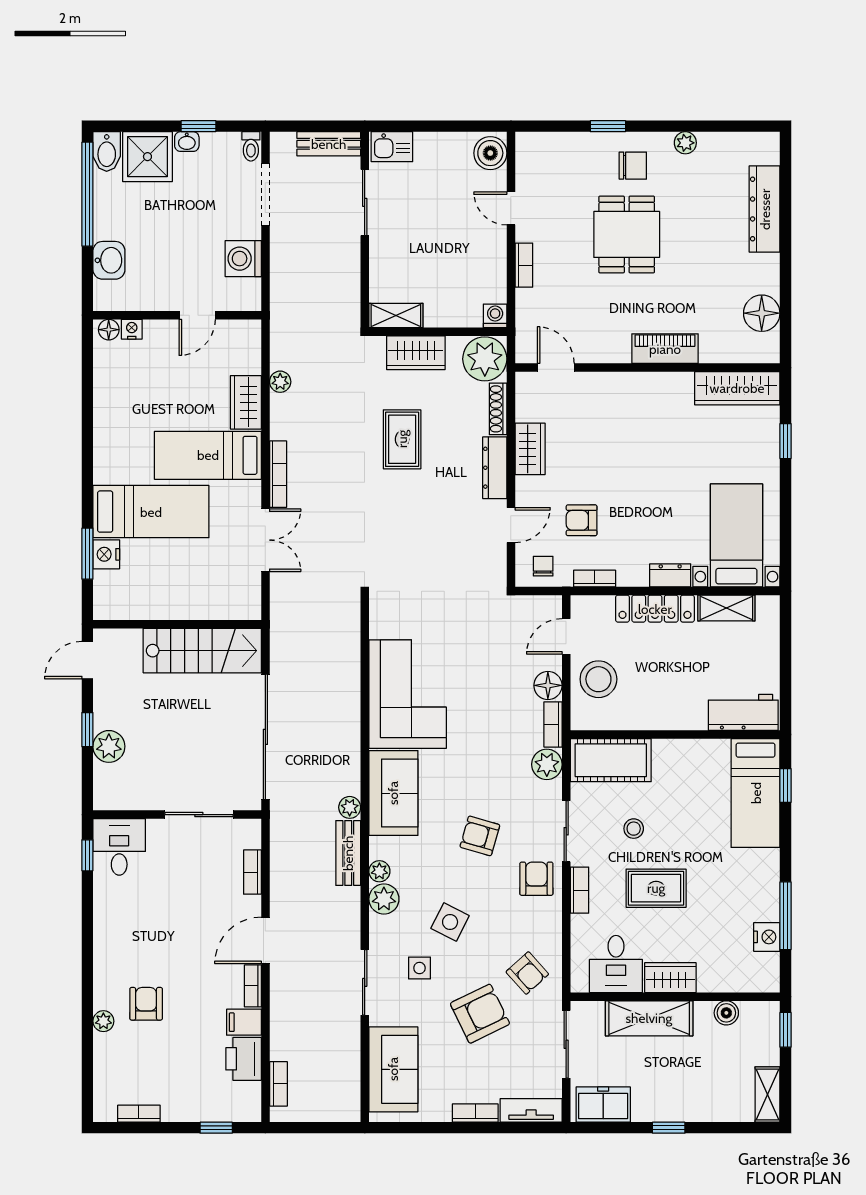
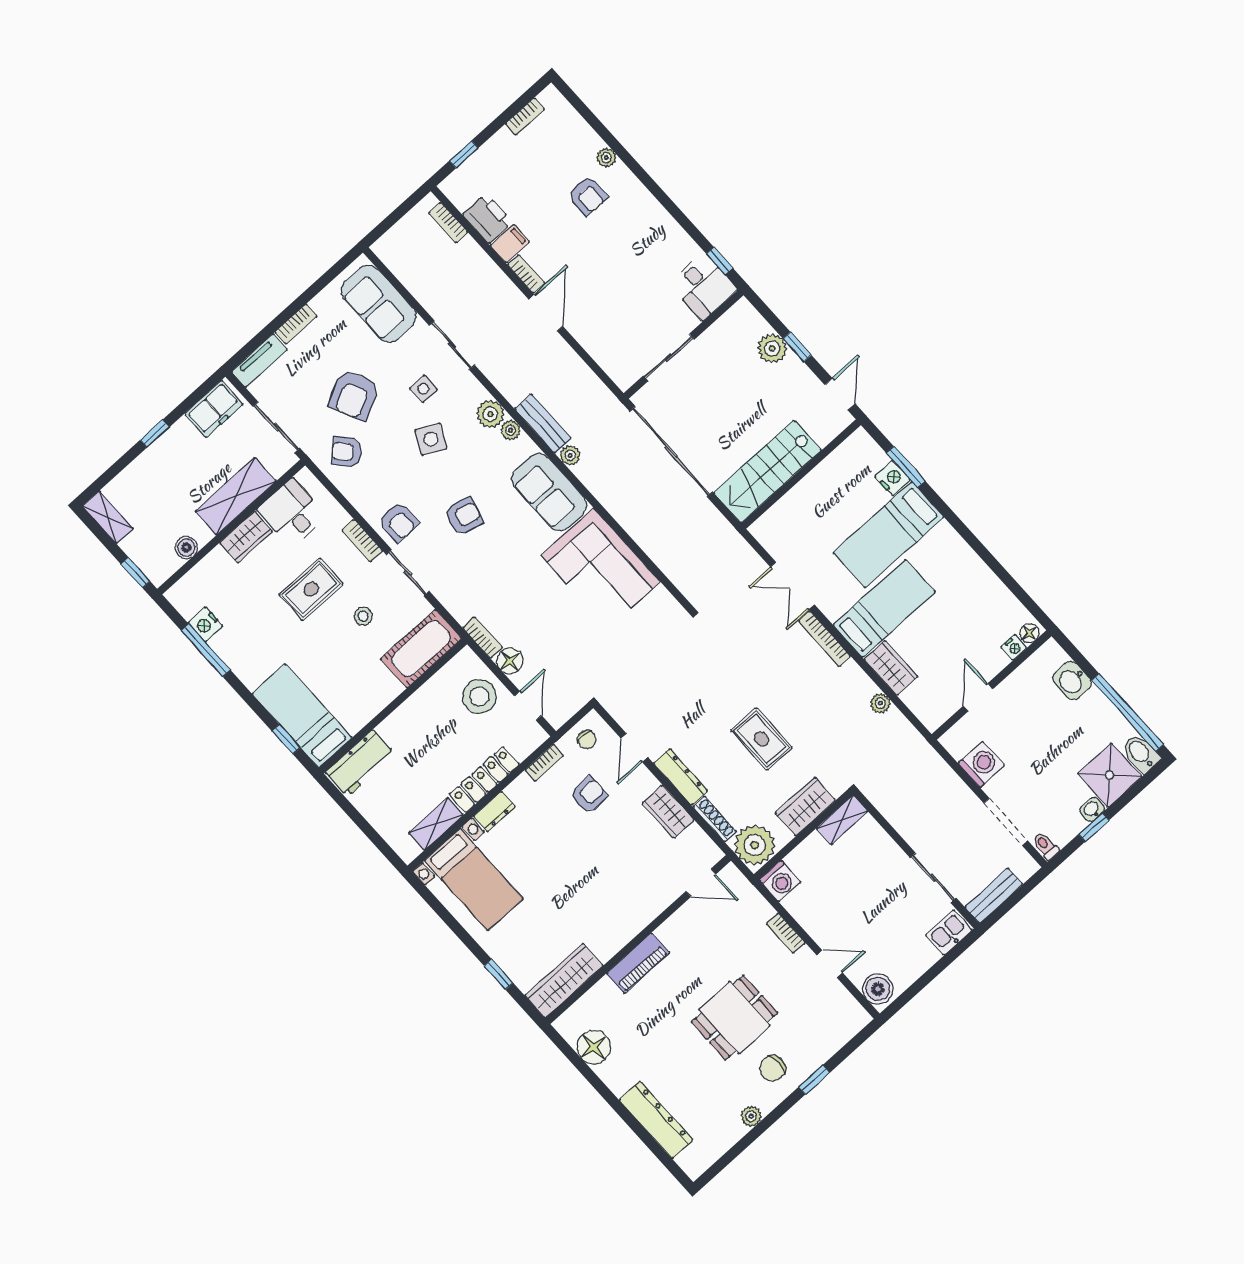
dining table: (627, 234) -> (734, 1017), turned 90
washing machine: (495, 316) -> (780, 881), width x1.38, depth x1.38
plant: (547, 764) -> (462, 606), removed
bookcase: (252, 872) -> (597, 351), removed

